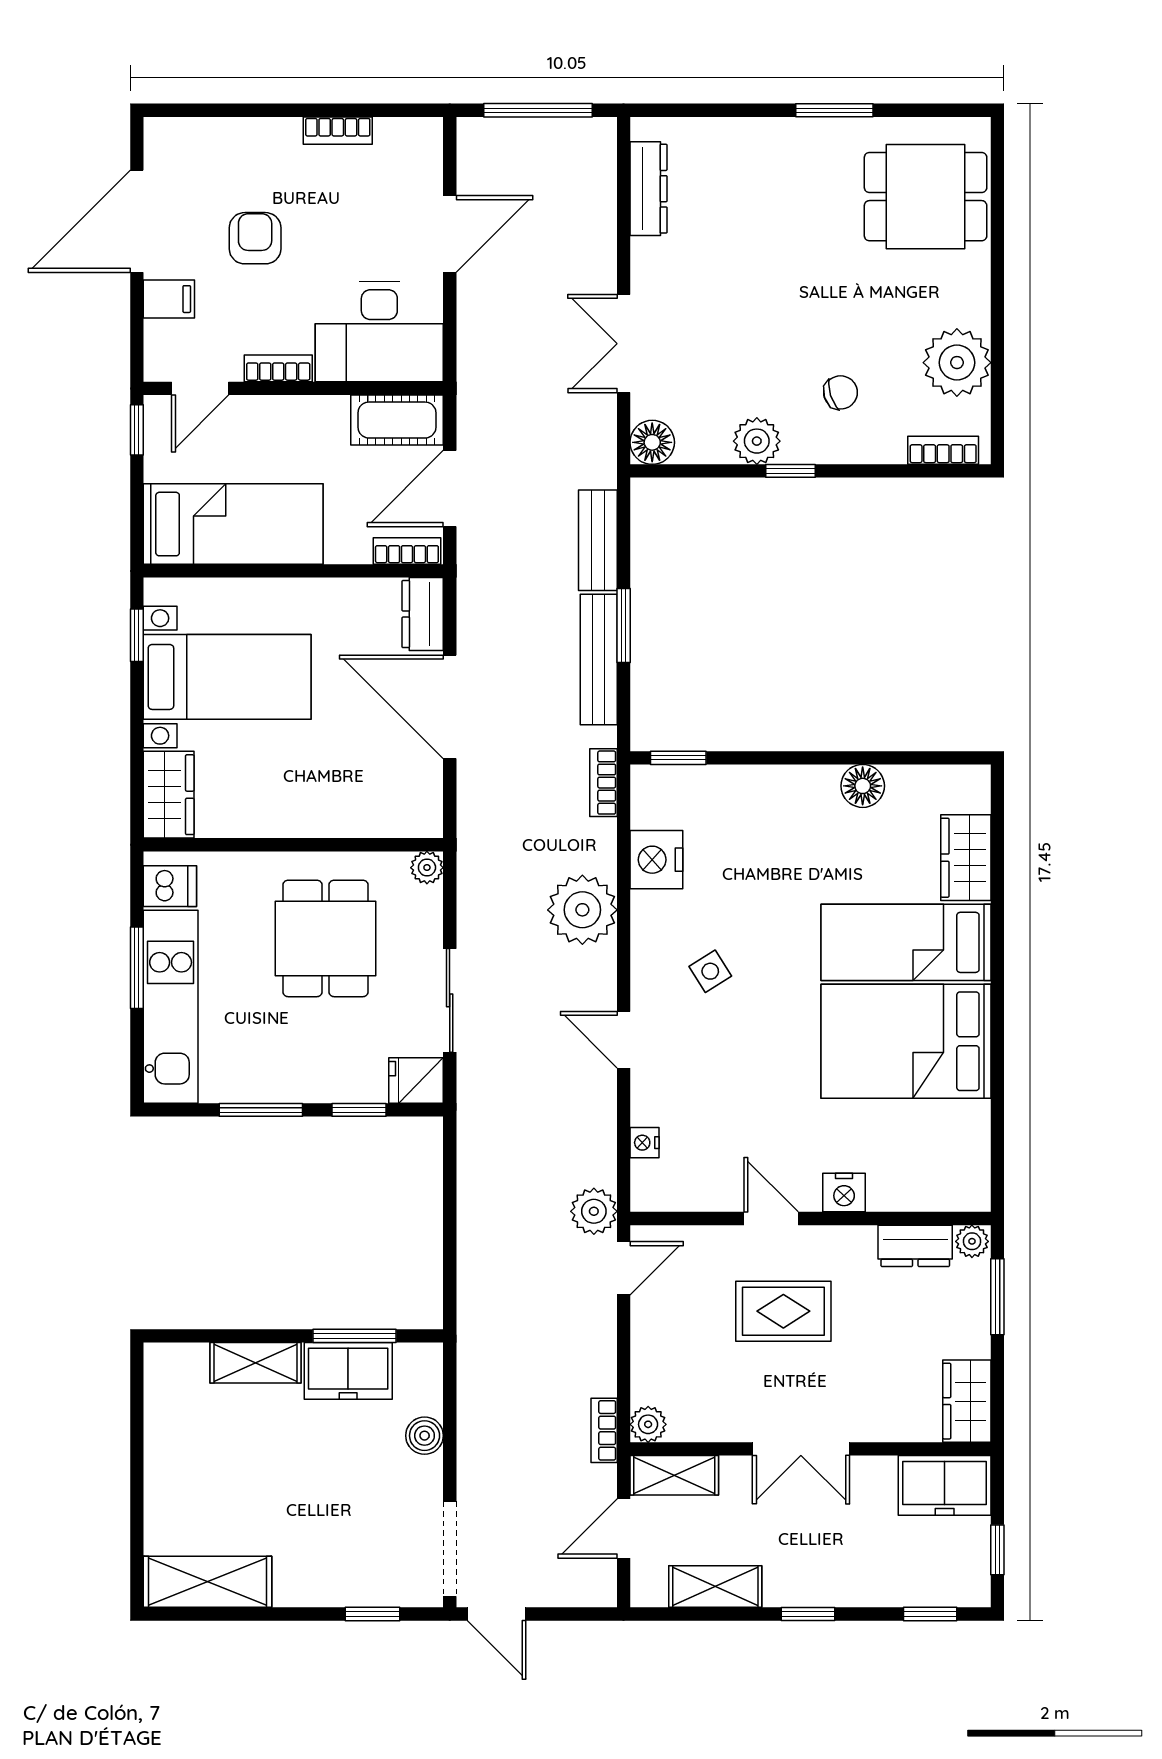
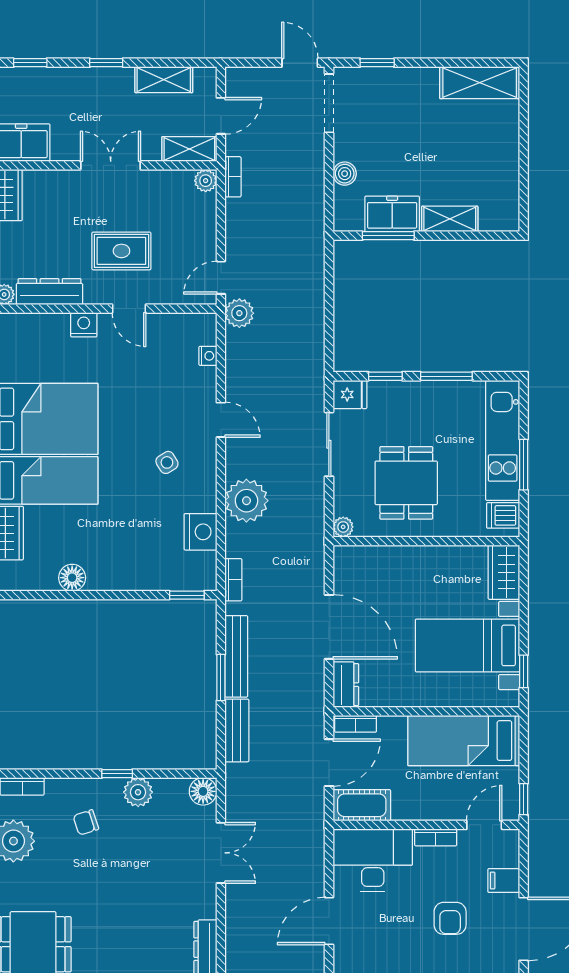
dresser: (915, 1246) -> (50, 292), width x1.44

